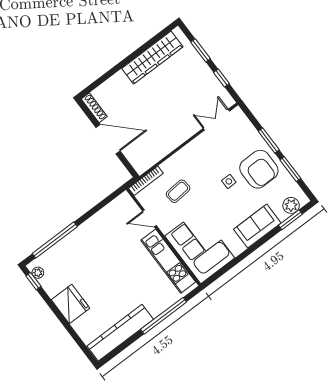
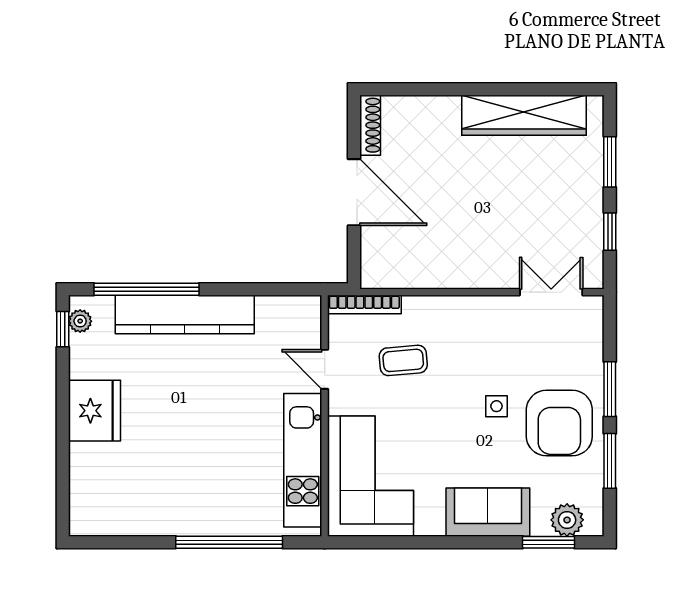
kitchen counter: (120, 333) -> (185, 314), moved, turned 180

